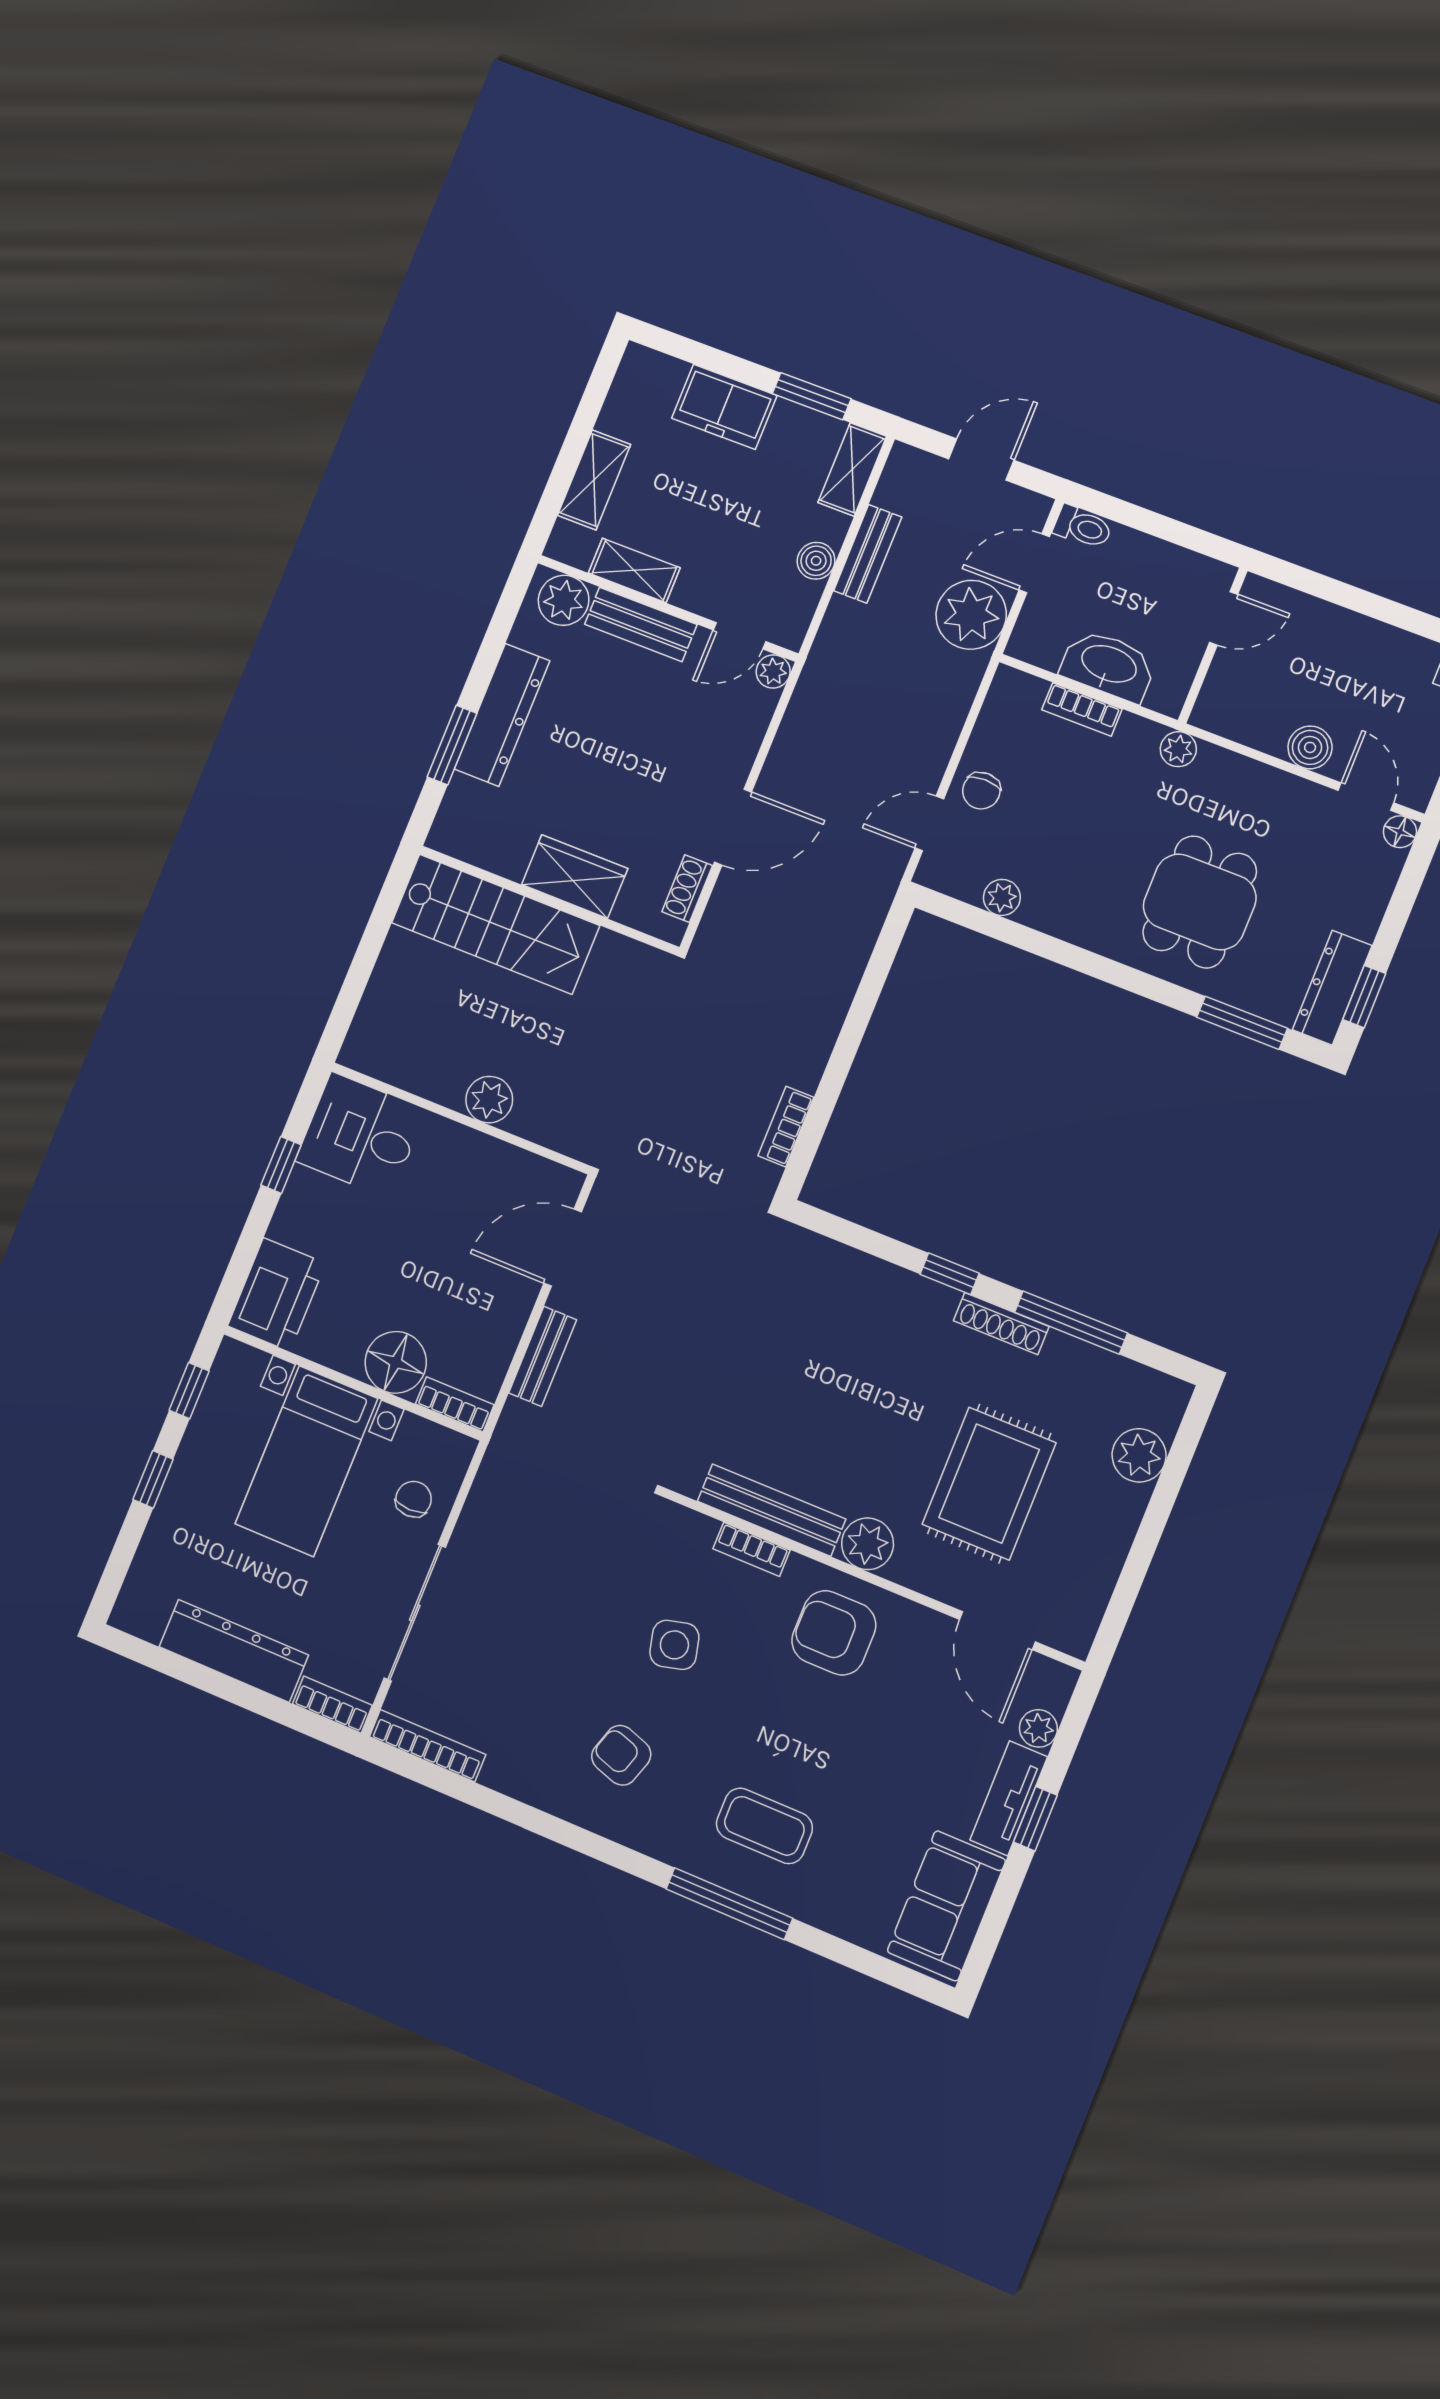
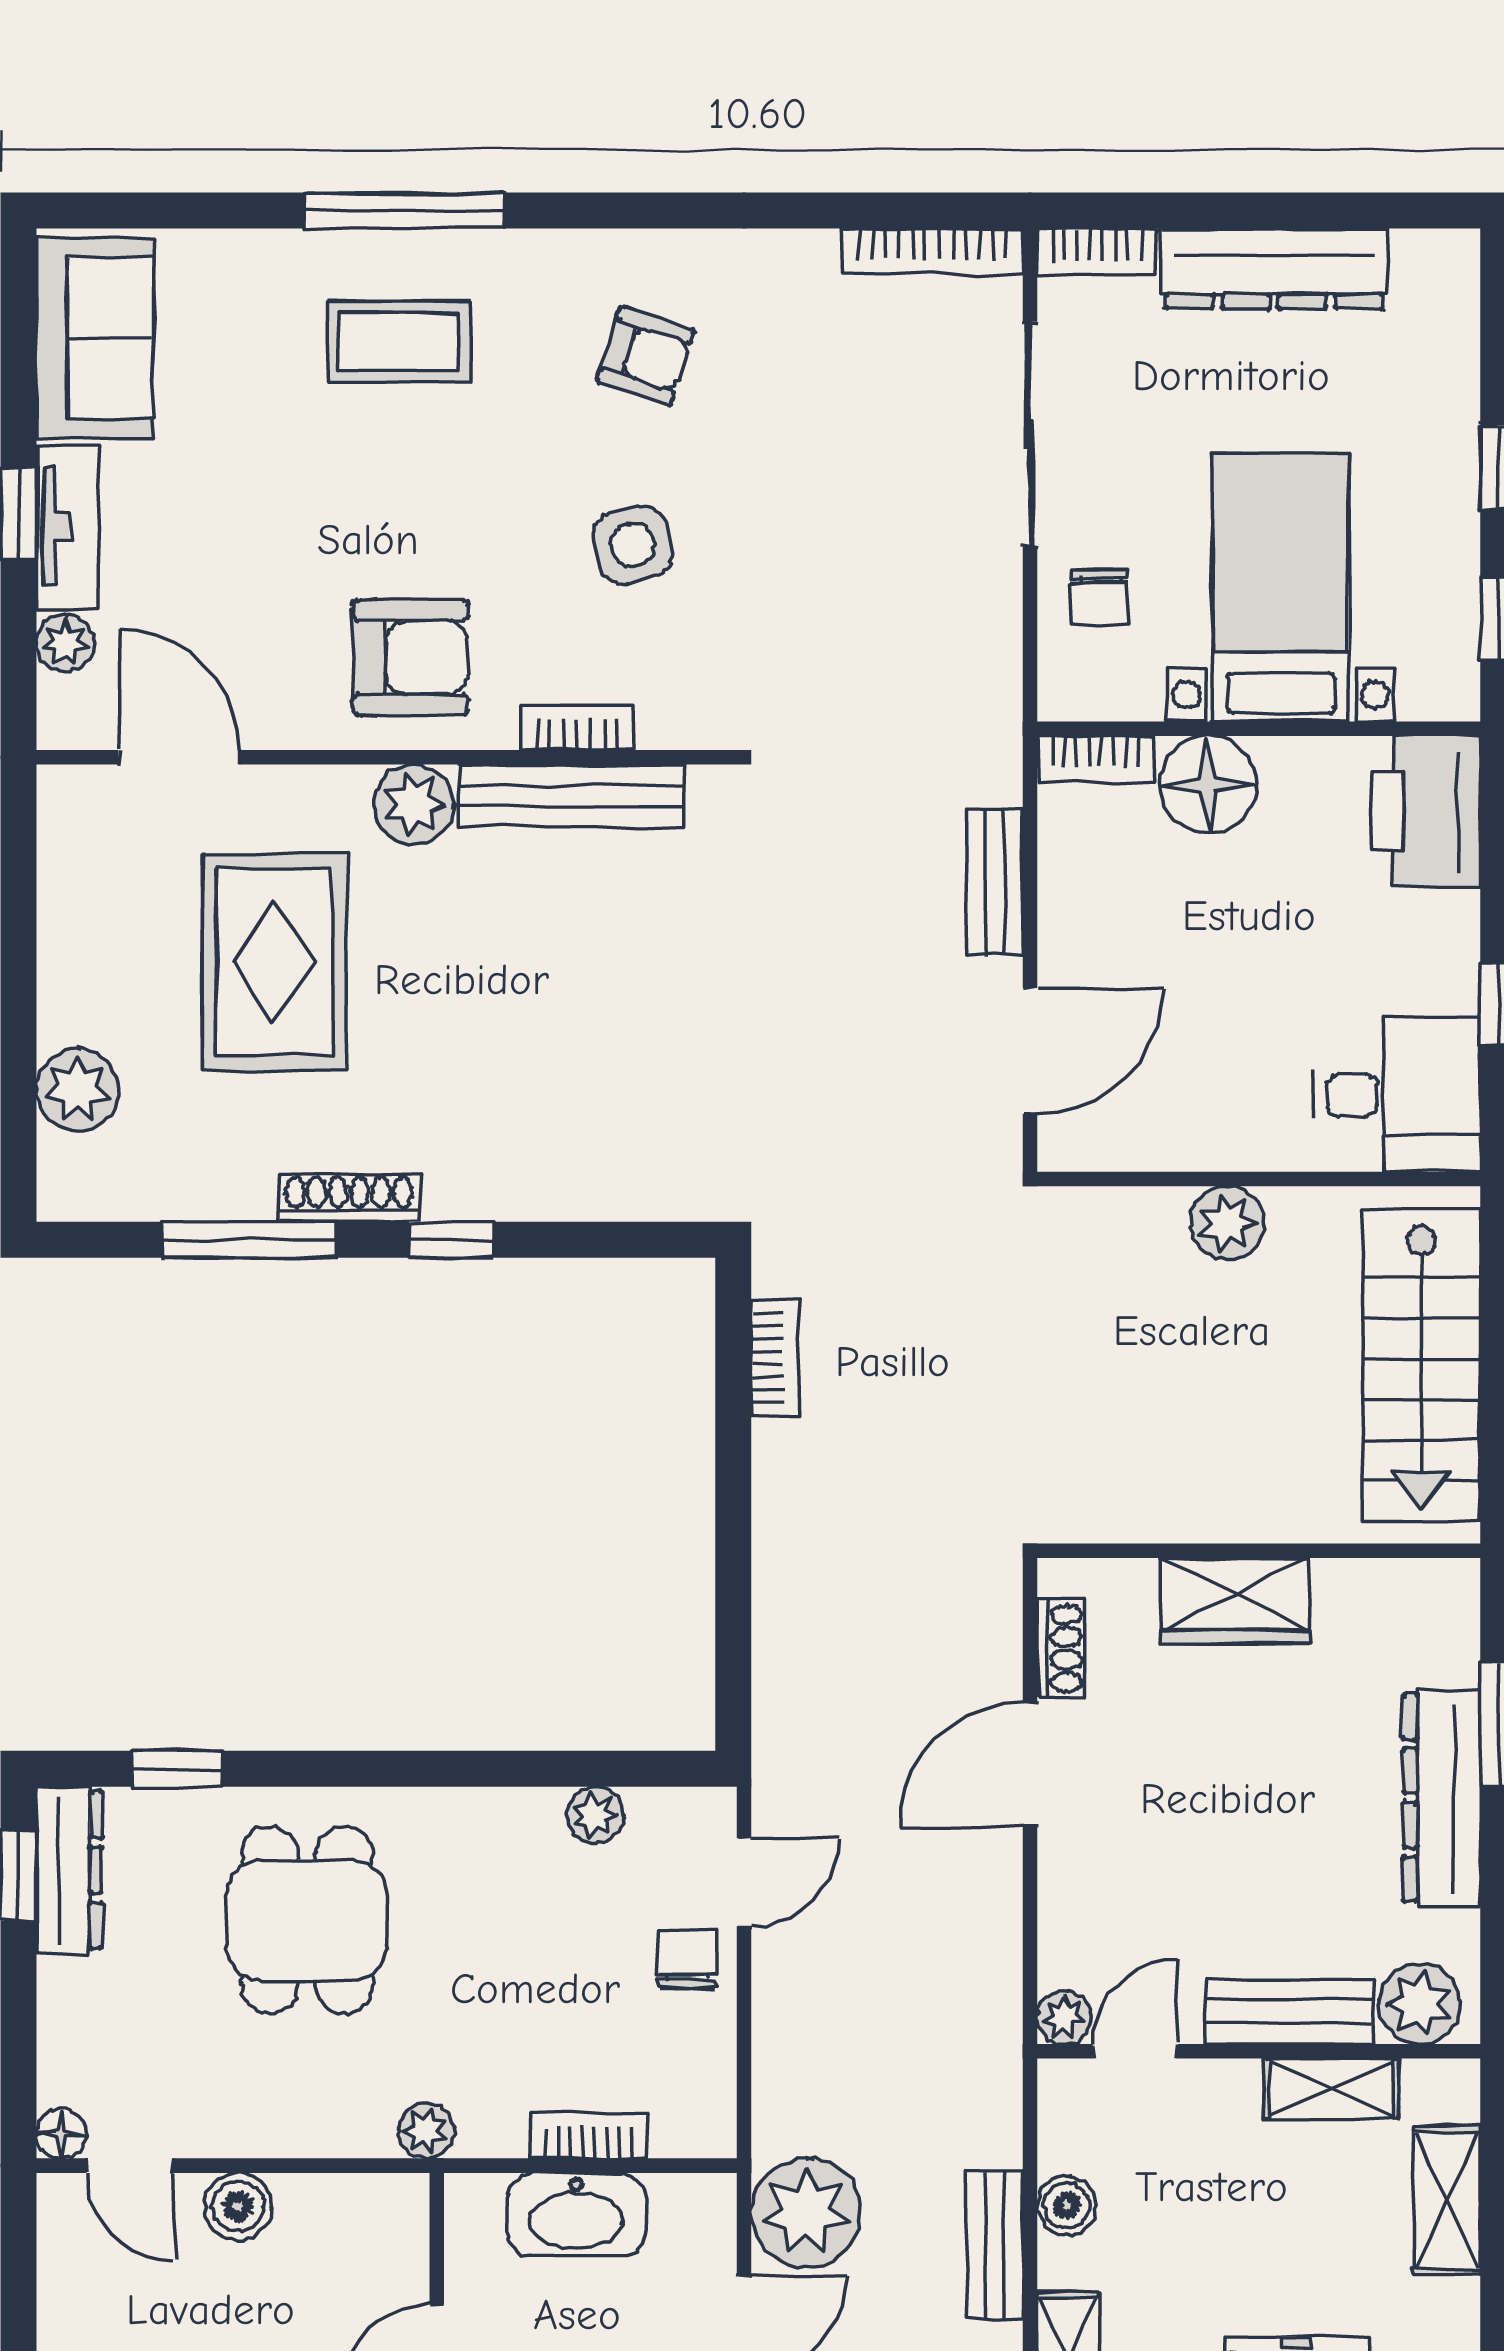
stairs: (495, 924) -> (1421, 1365), moved, turned -90
window: (1242, 1023) -> (177, 1769), width x0.67

